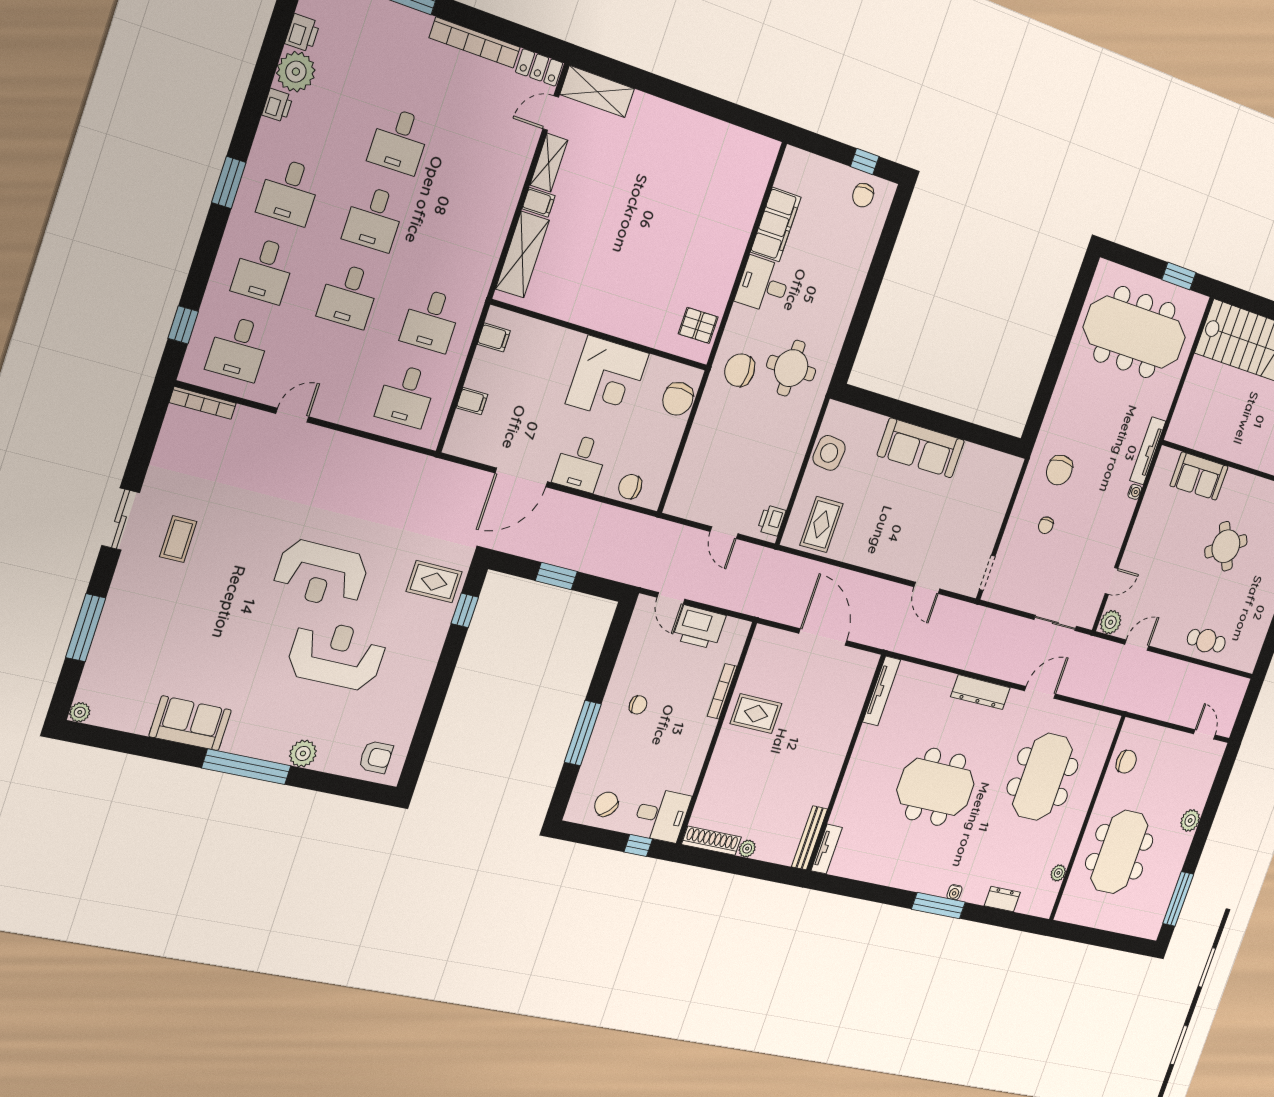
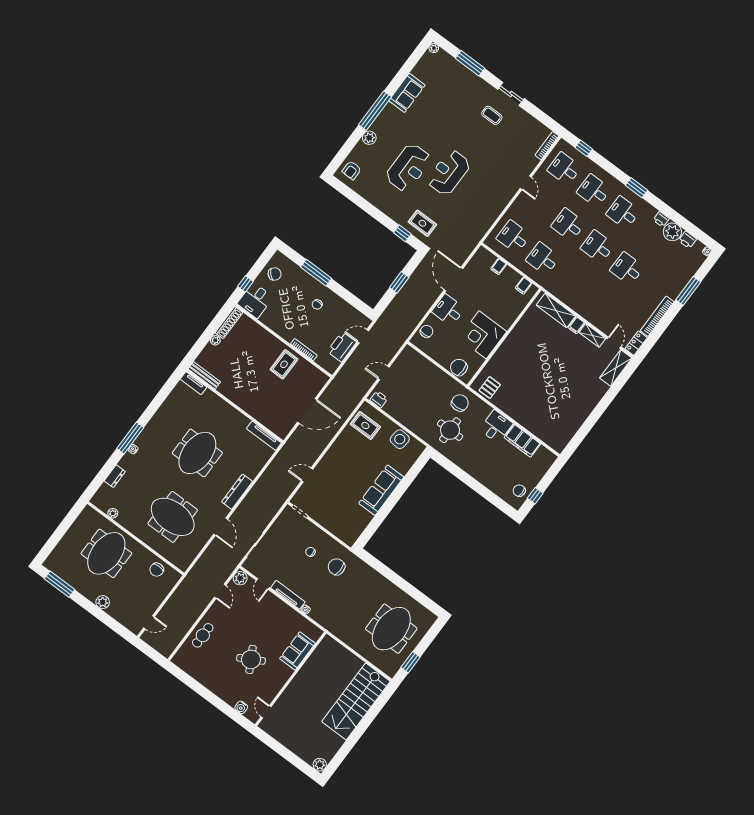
meeting table: (1135, 332) -> (391, 629), width x0.73
tv unit: (1148, 451) -> (288, 595), moved
rug: (434, 582) -> (422, 223), turned 90
meeting table: (1119, 852) -> (106, 553), turned 90

